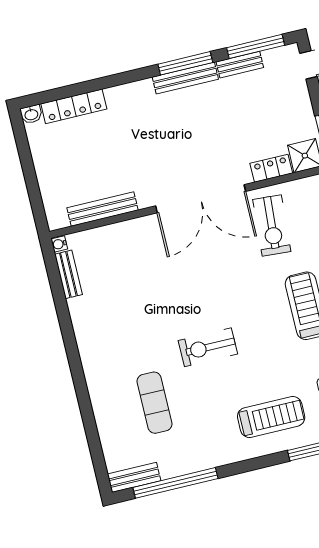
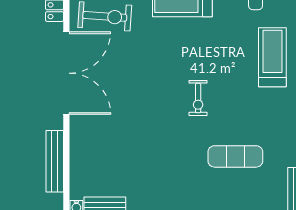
exercise bike: (208, 347) -> (198, 98), width x0.73, depth x0.72

